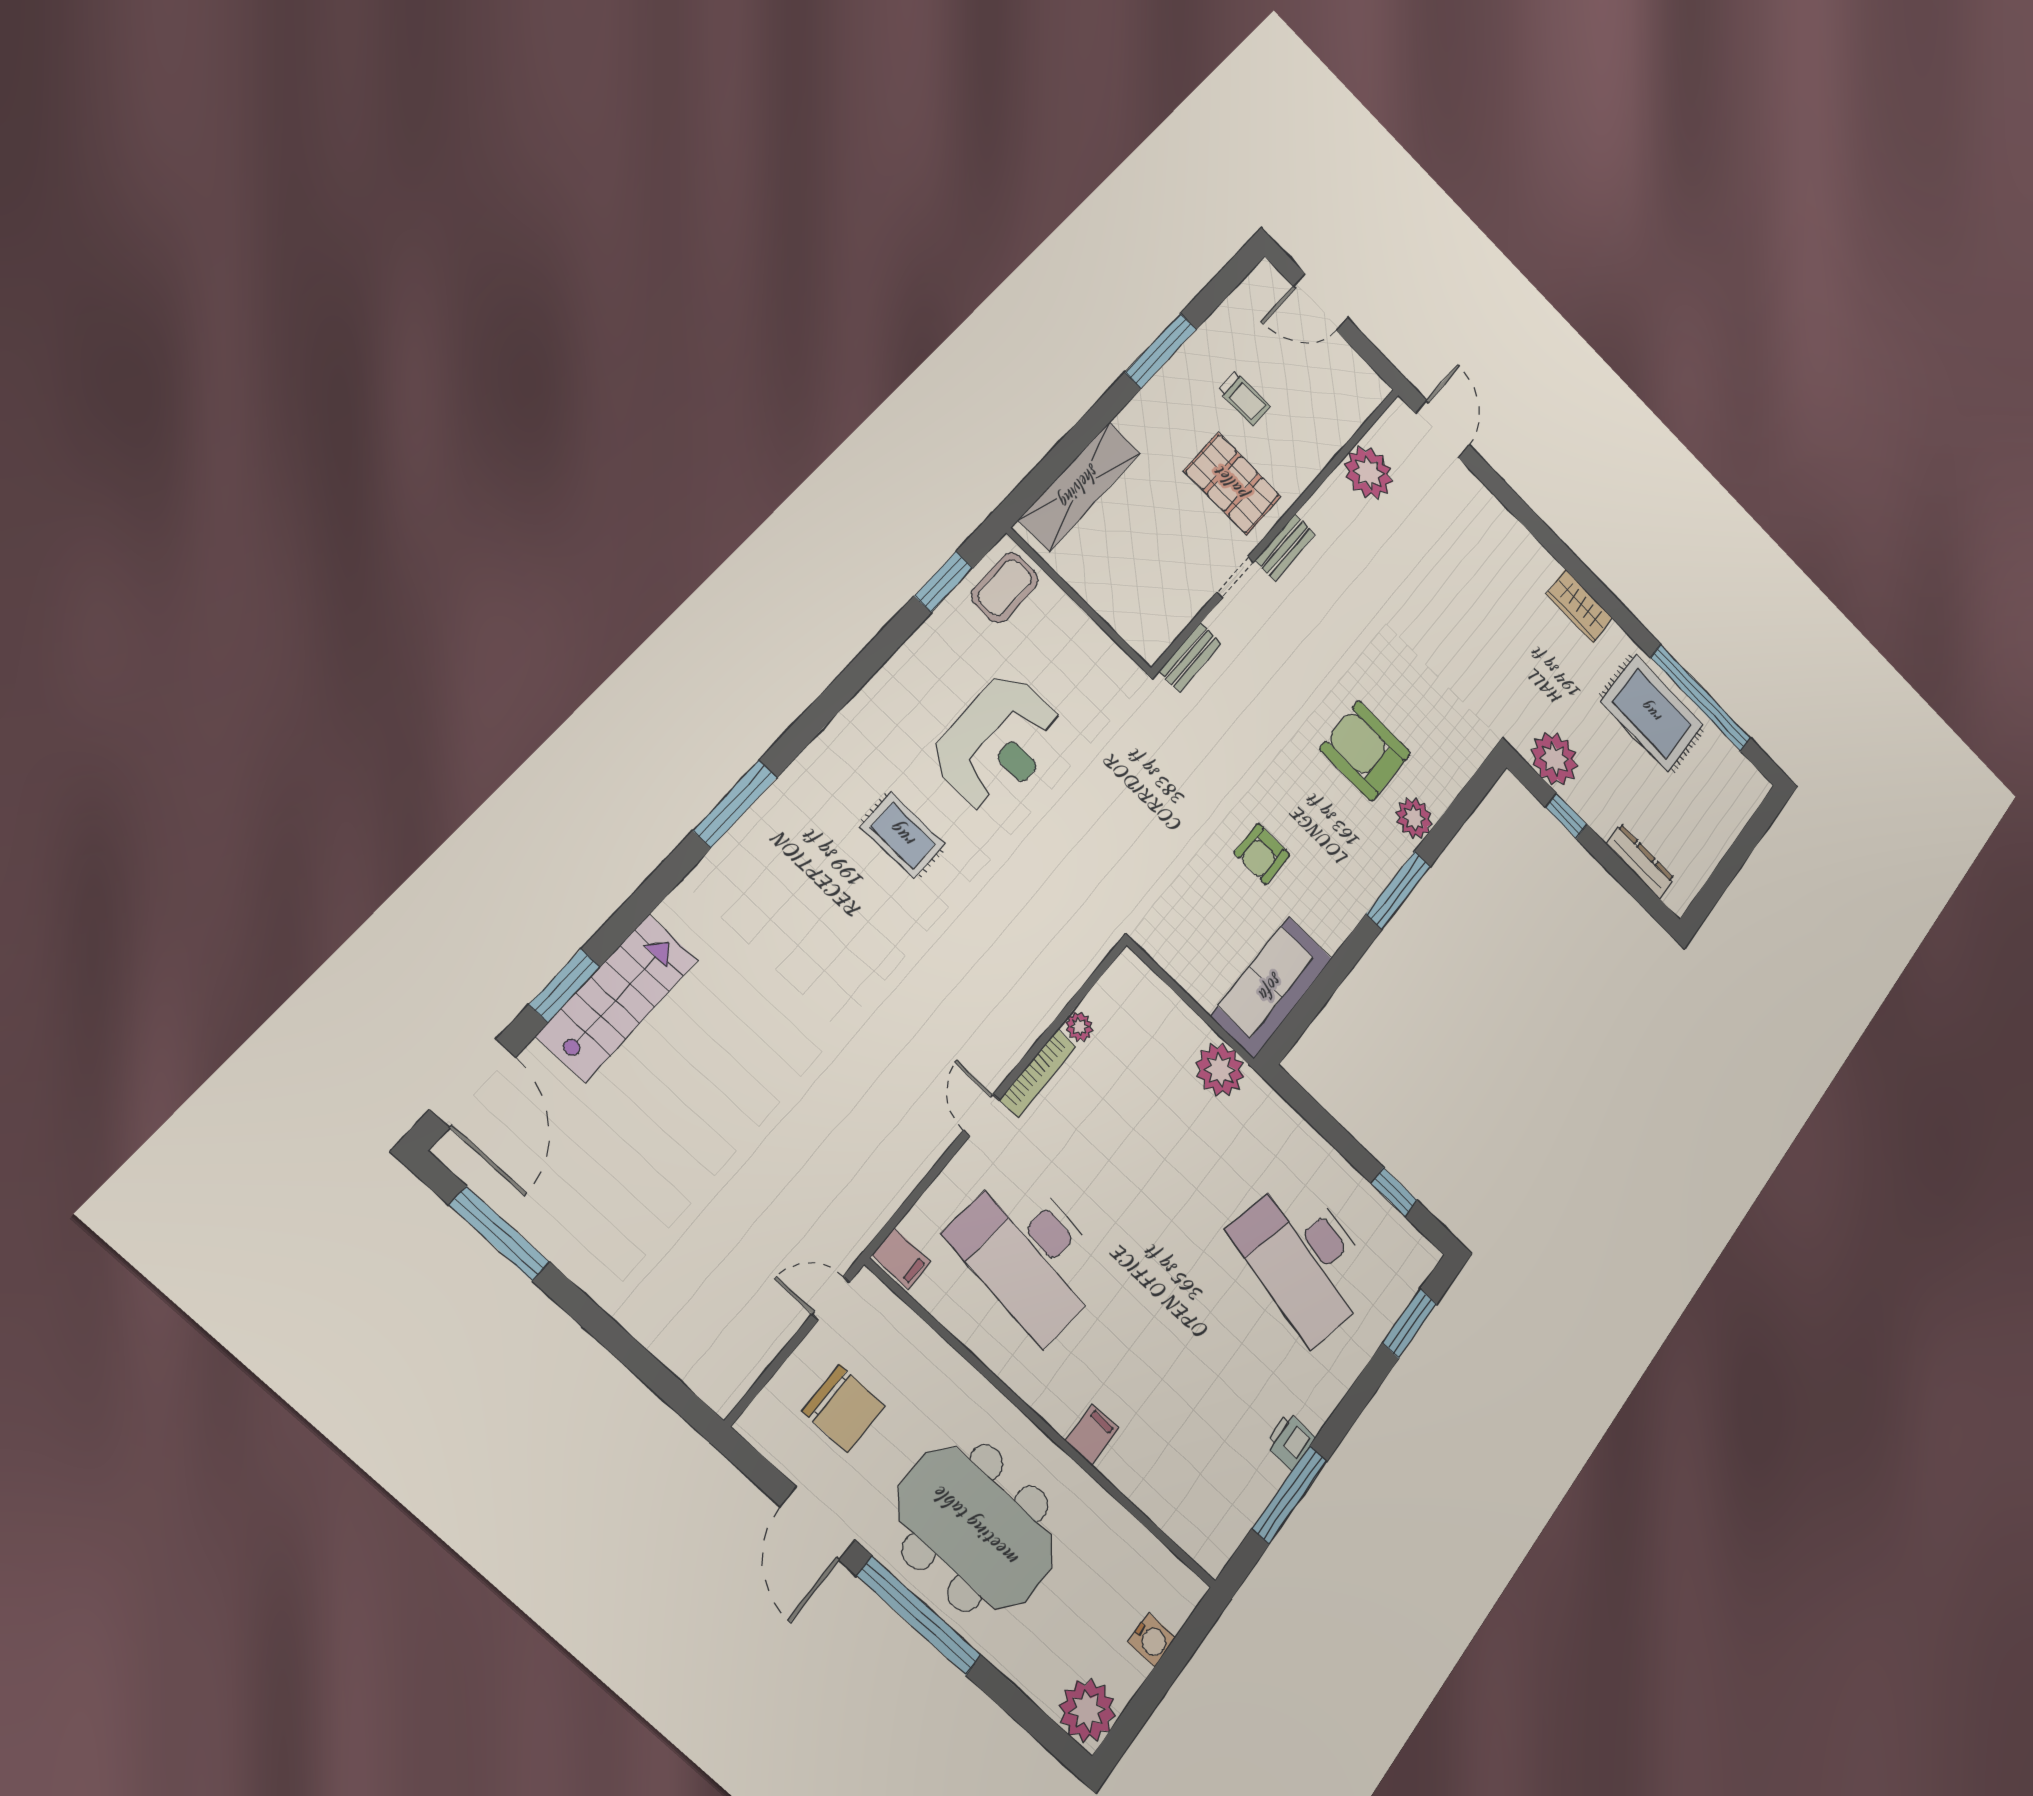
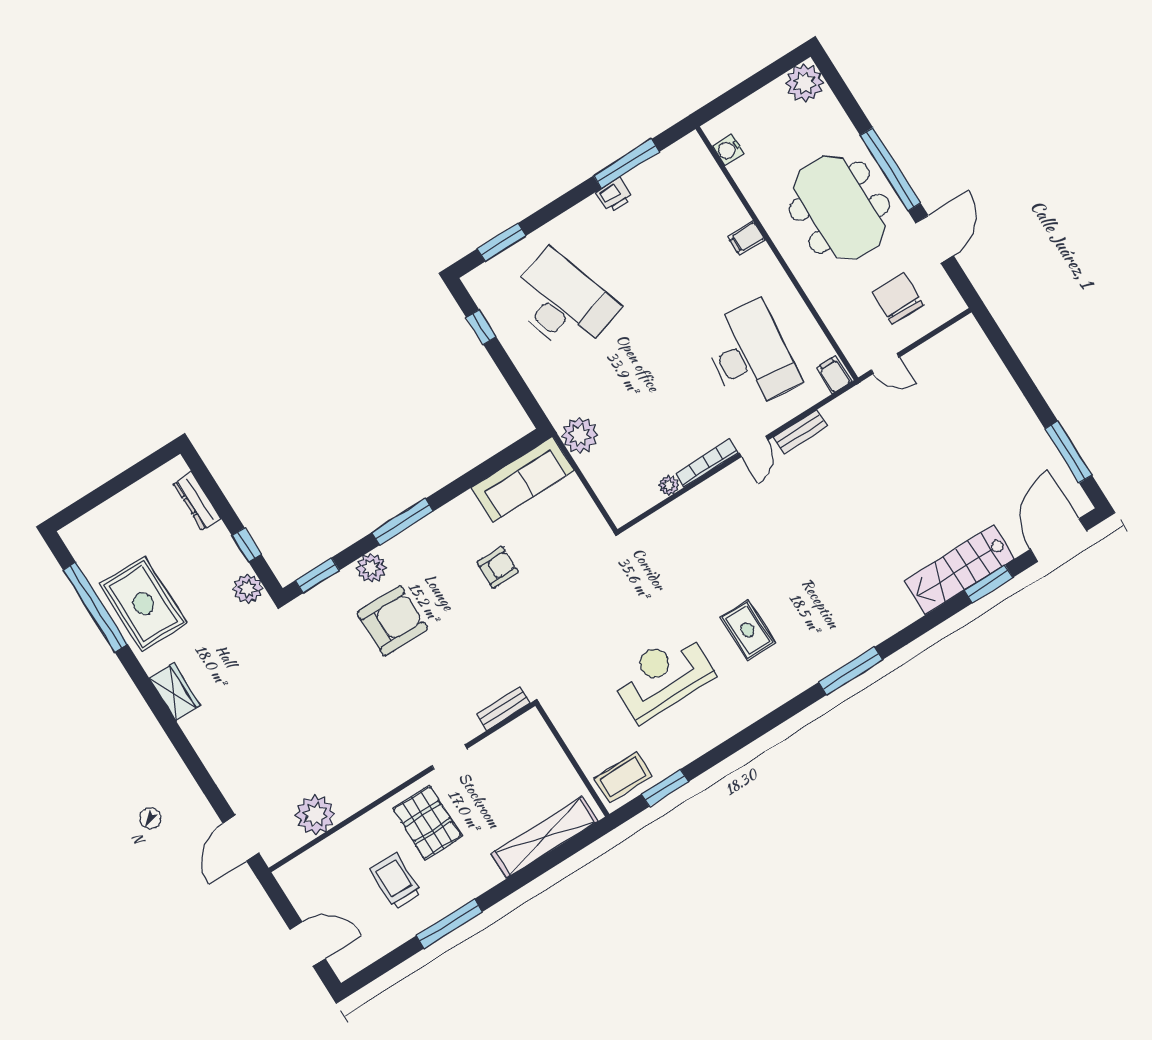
trolley: (1244, 399) -> (396, 881), width x1.36, depth x1.39
bench: (1285, 547) -> (800, 432), moved
armchair: (1365, 751) -> (392, 621), turned -90
plant: (1554, 759) -> (248, 589), width x0.73, depth x0.73
window: (1473, 793) -> (317, 575), added
desk: (1305, 1258) -> (563, 303), turned -30
water cooler: (1152, 1640) -> (728, 150), moved, turned -90

